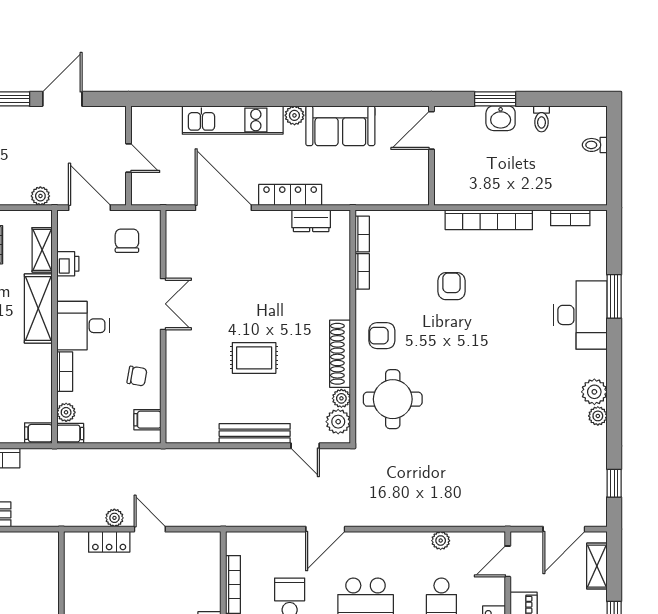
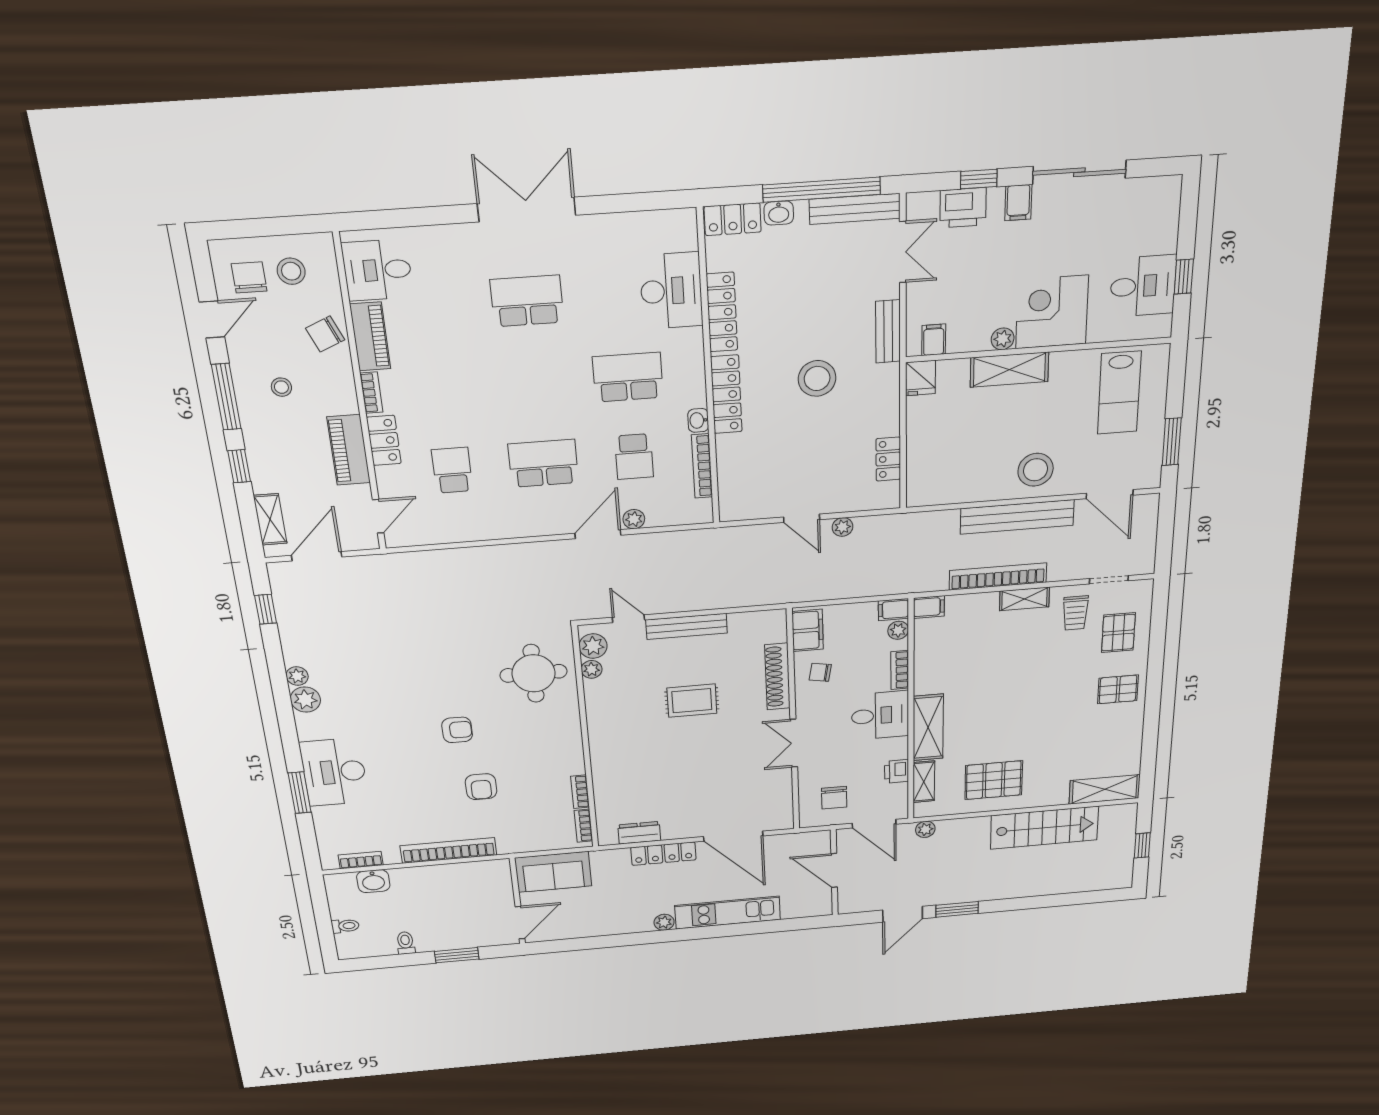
washbasin: (501, 118) -> (373, 881), moved, turned 180
sofa: (340, 126) -> (553, 872), moved, turned 180
door: (128, 158) -> (834, 870), width x1.38
armchair: (382, 336) -> (457, 730), moved
shoe rack: (340, 354) -> (777, 677), moved, turned 180
filing cabinet: (147, 420) -> (808, 630), width x2.00
plant: (441, 541) -> (634, 519), moved
locker: (109, 542) -> (888, 459), moved, turned -90

